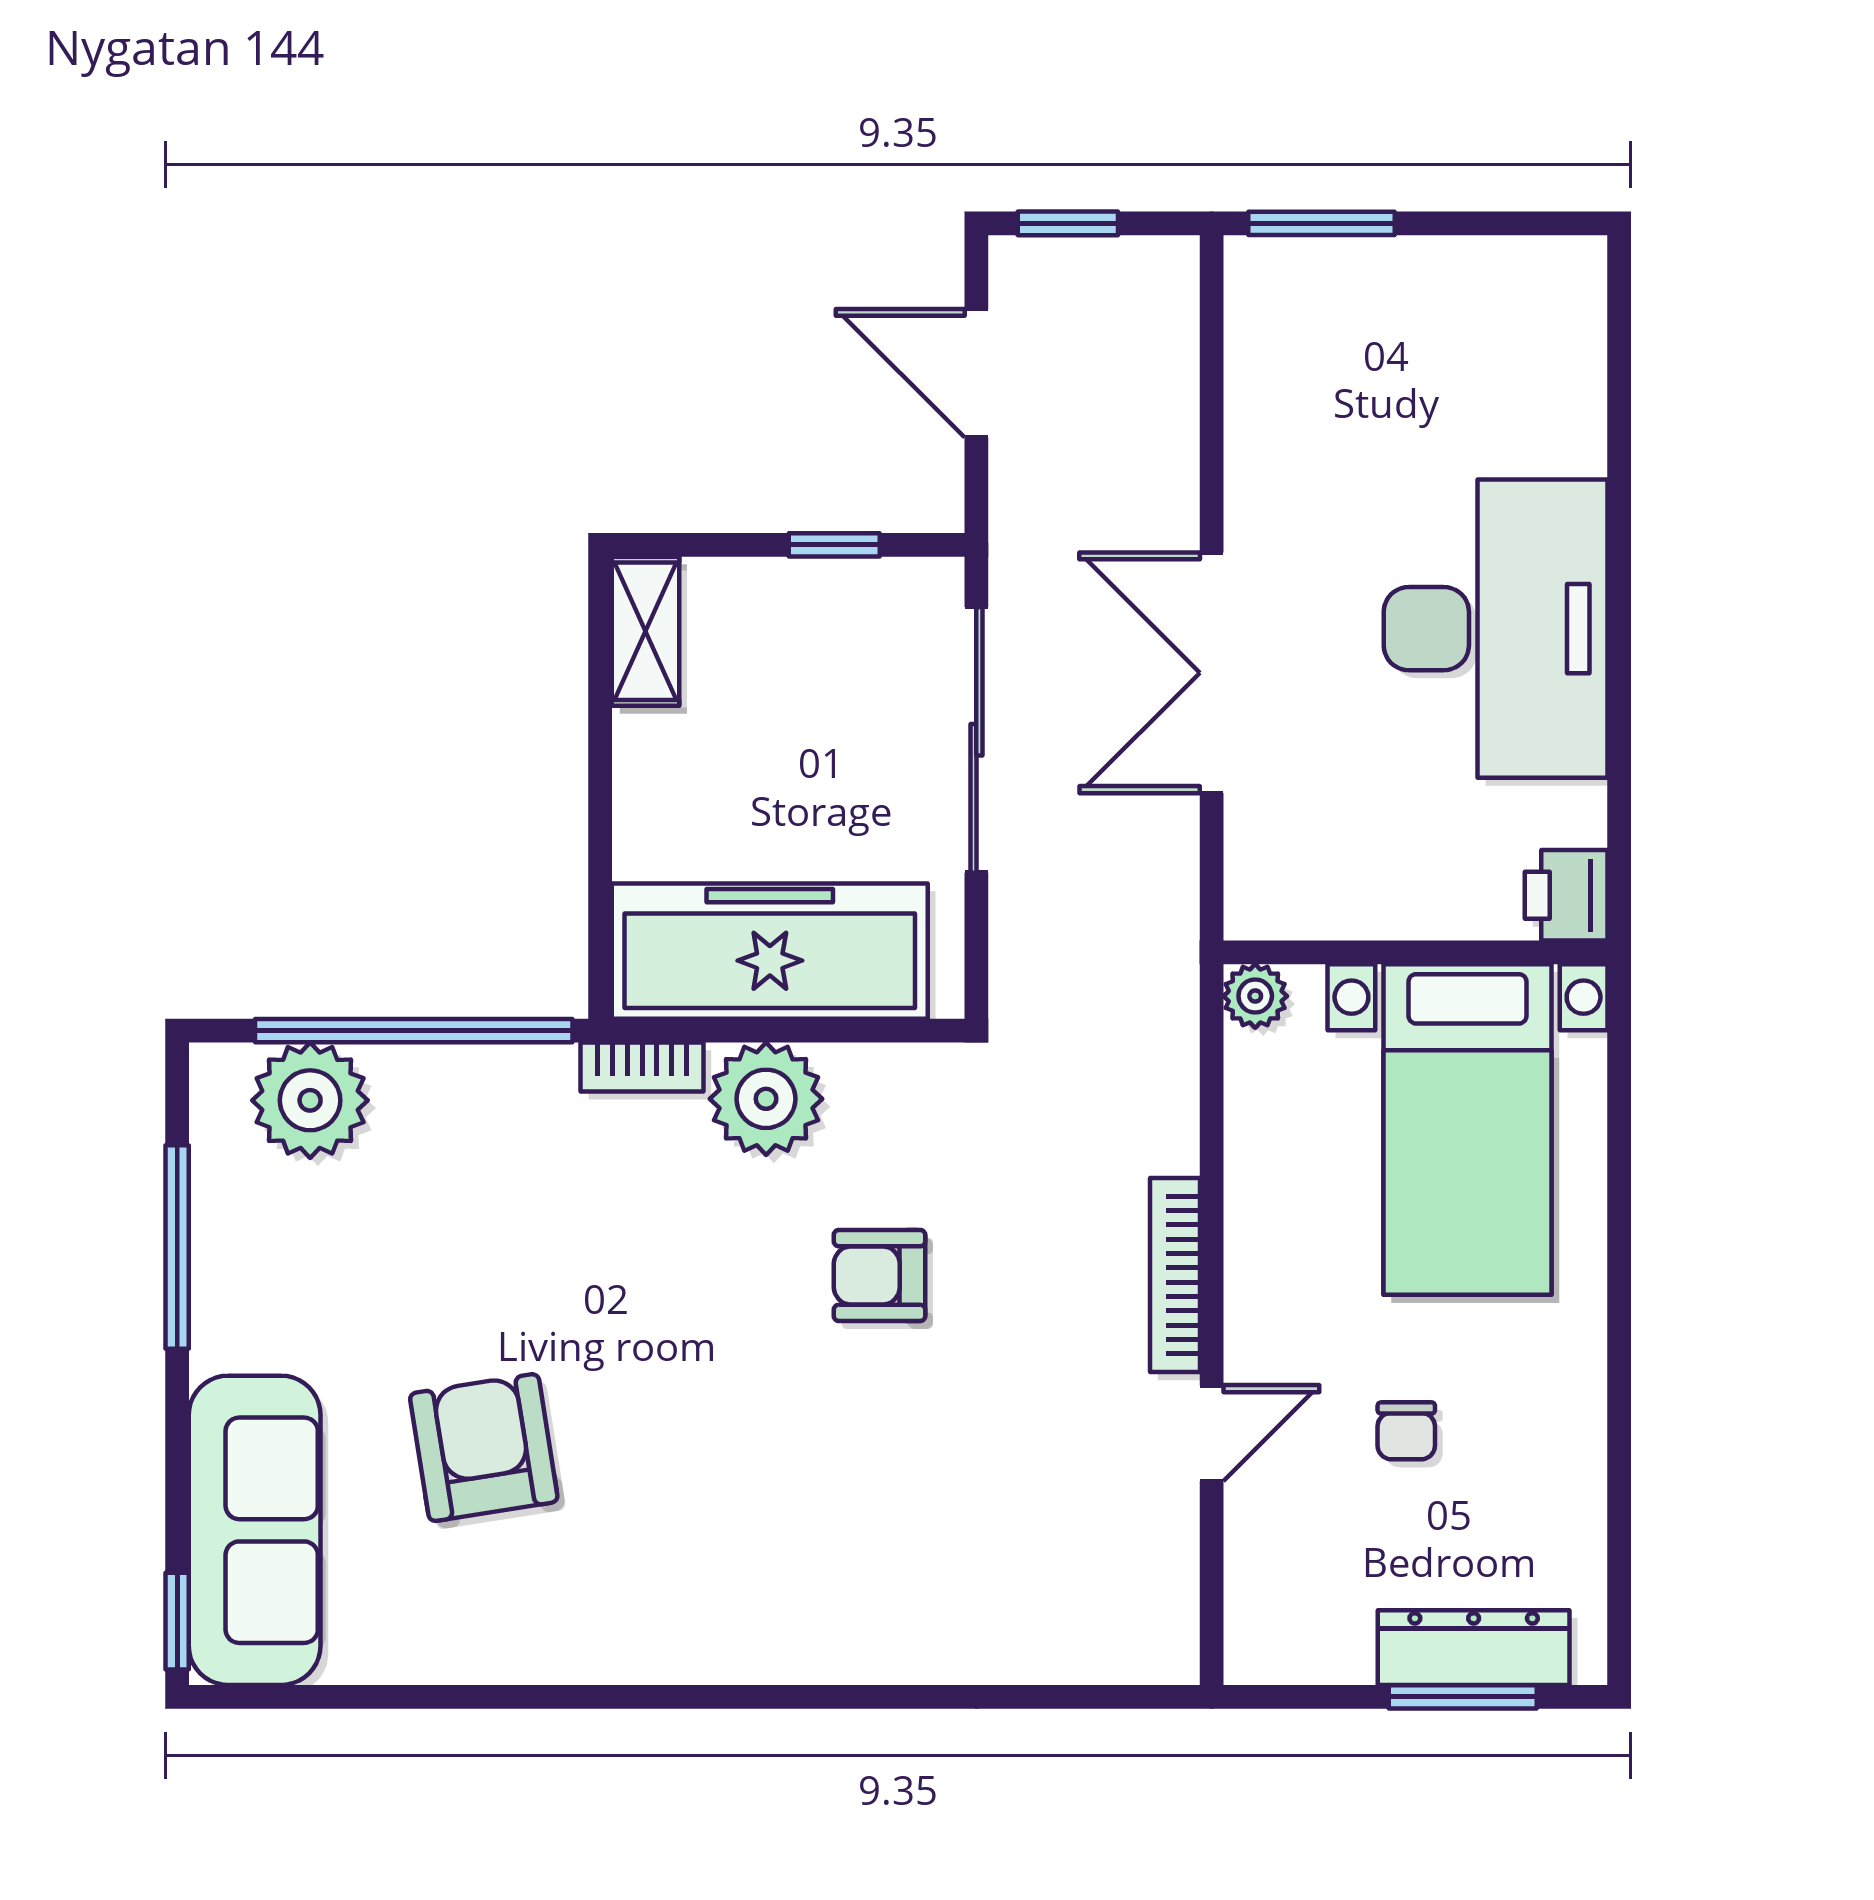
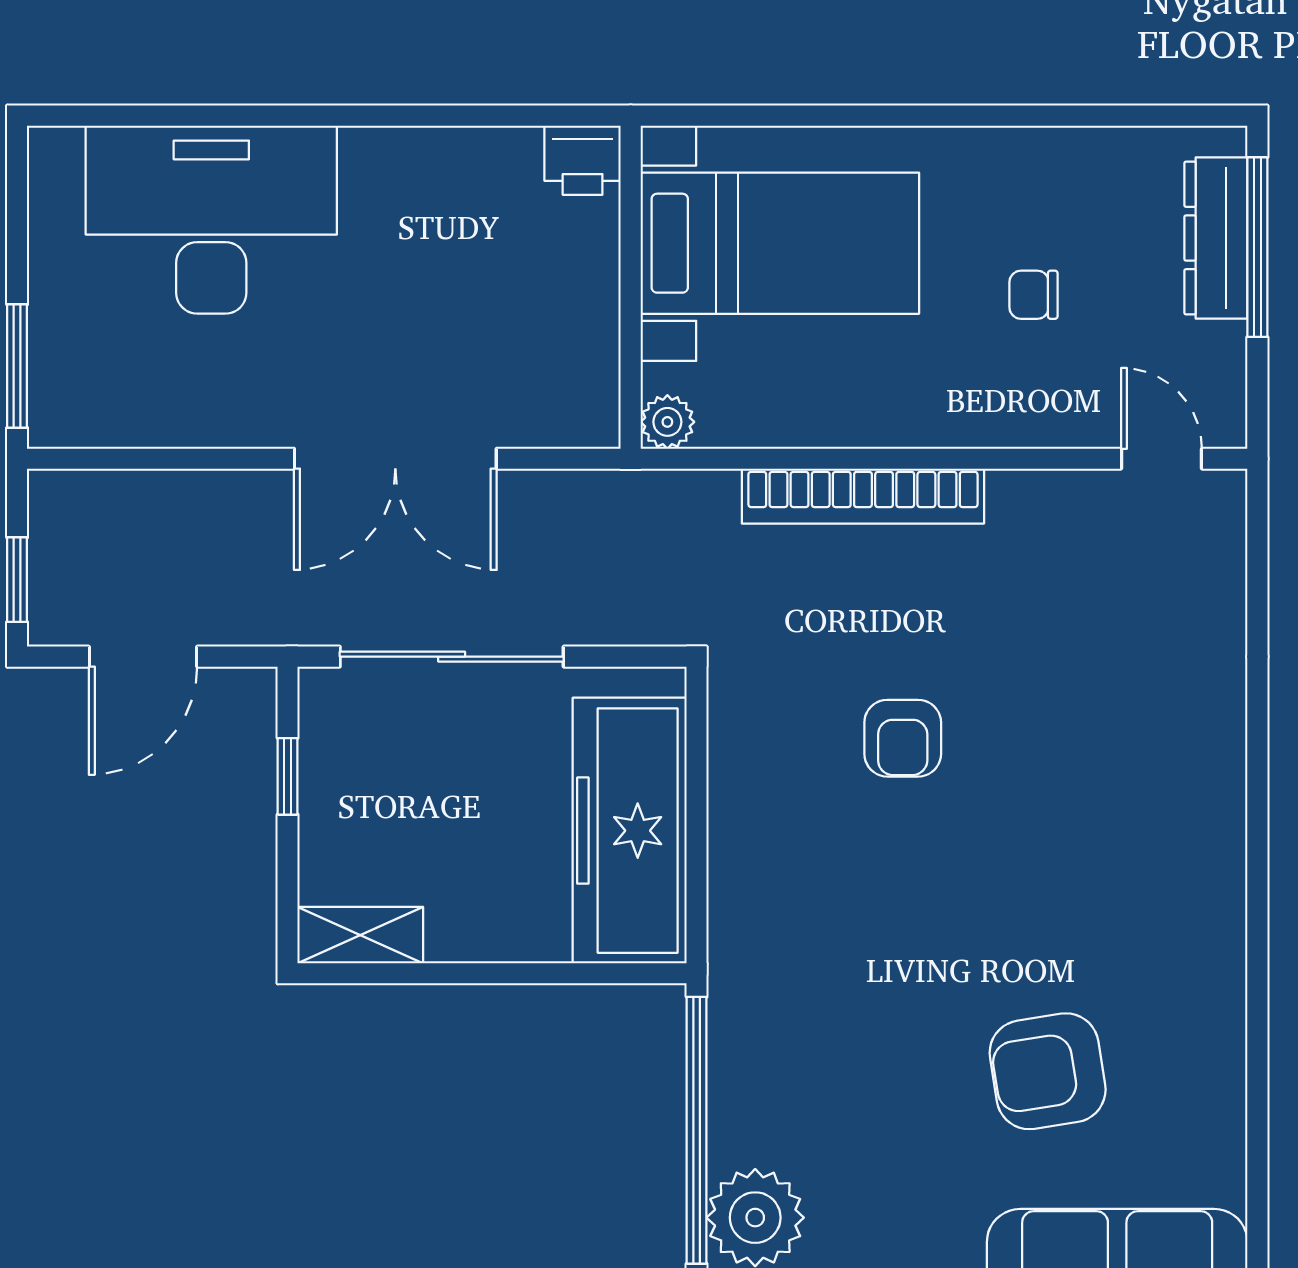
desk: (1496, 629) -> (211, 220), moved
bookcase: (642, 1067) -> (727, 938), removed
plant: (766, 1099) -> (754, 834), removed
bookcase: (1175, 1275) -> (863, 496), width x1.48, depth x1.31
chair: (1406, 1431) -> (1033, 295), turned 180
door: (1212, 1433) -> (1161, 459), moved
window: (1463, 1697) -> (1257, 247), width x1.44

